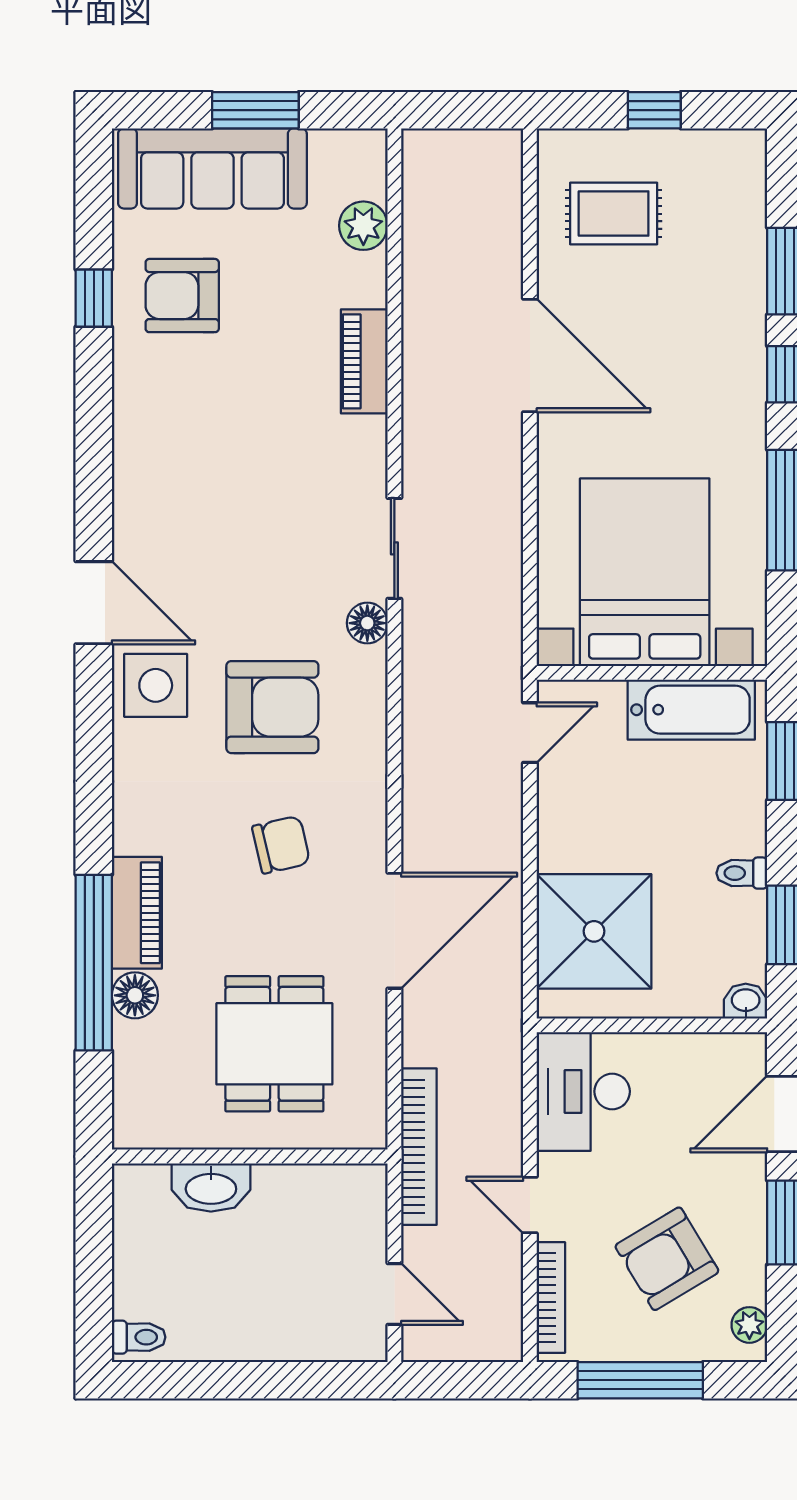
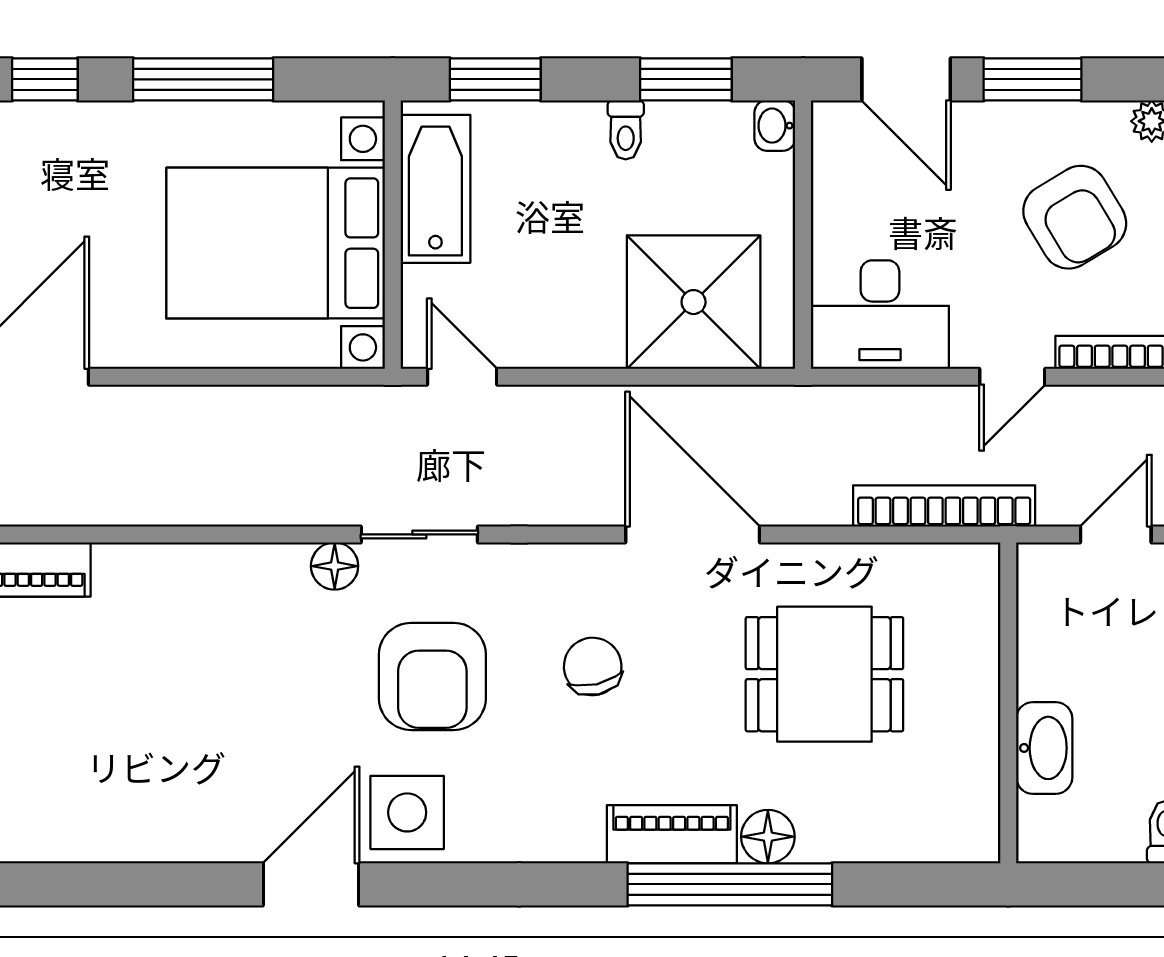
sliding door: (394, 548) -> (419, 534), moved
armchair: (272, 707) -> (432, 676), turned 180
wall: (250, 1157) -> (1008, 703), moved
washbasin: (211, 1187) -> (1044, 748), moved

